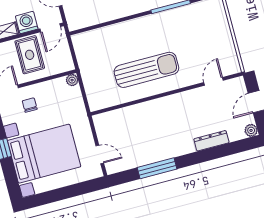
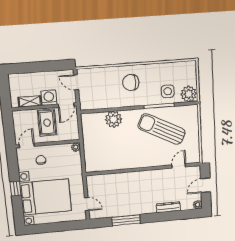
plant: (114, 35) -> (113, 119), added
sun lounger: (146, 70) -> (162, 129), moved, turned -153

